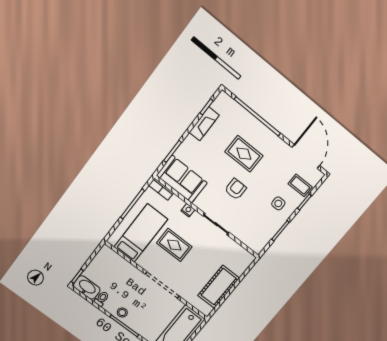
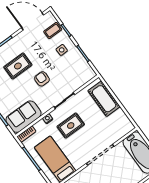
rug: (174, 245) -> (71, 126), moved
cot: (219, 287) -> (104, 99), moved

